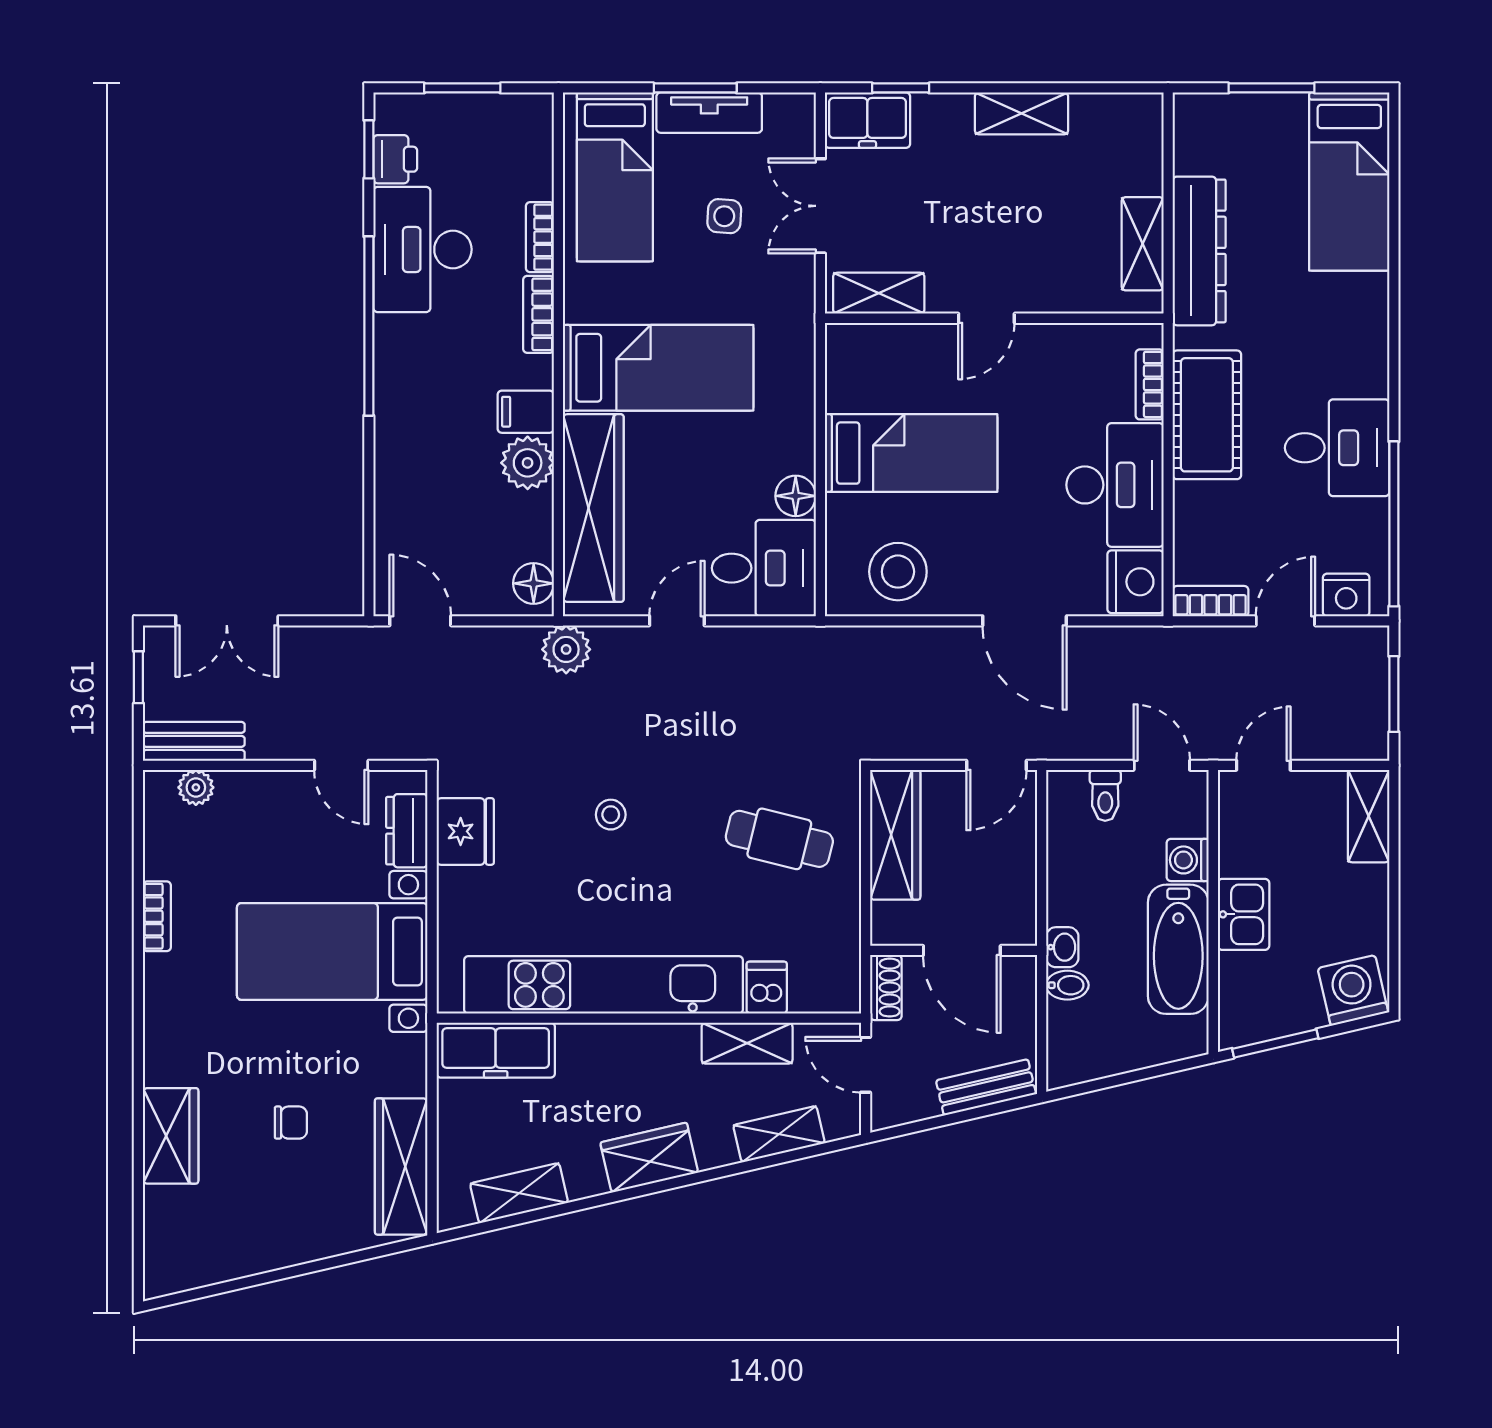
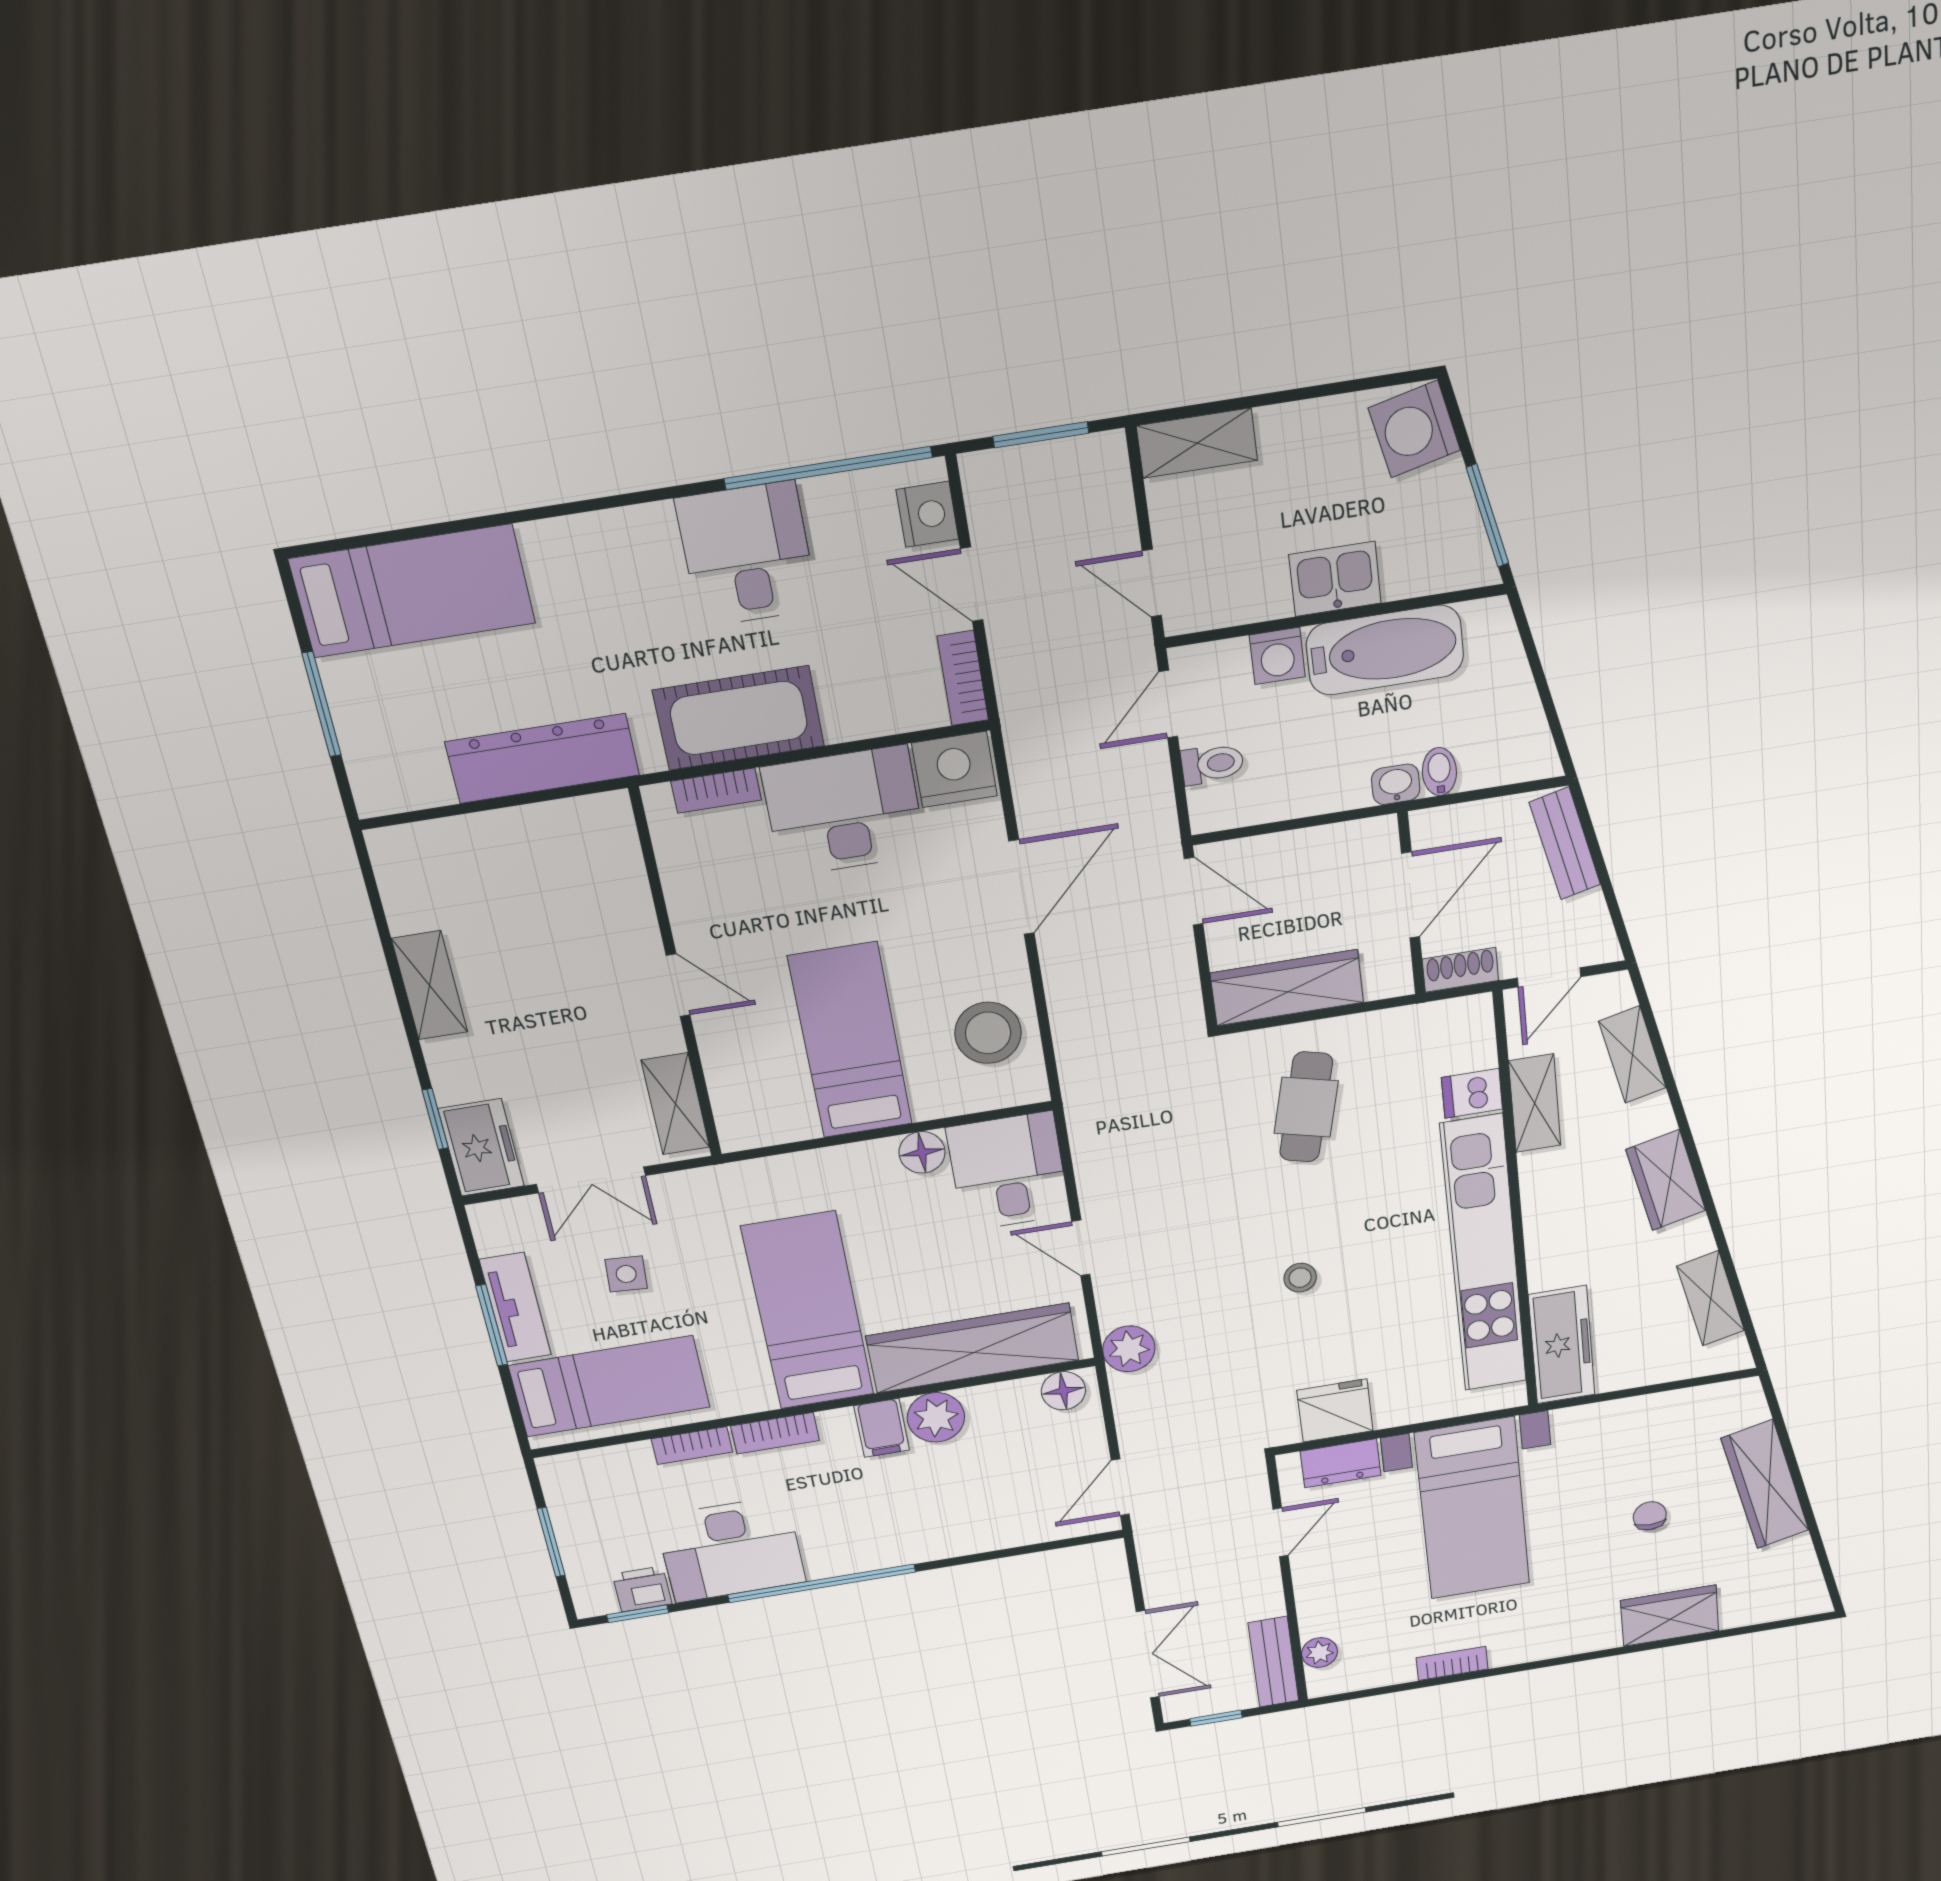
shelving: (1143, 244) -> (550, 825), removed
wardrobe: (401, 1166) -> (1765, 1484), moved, turned 77

